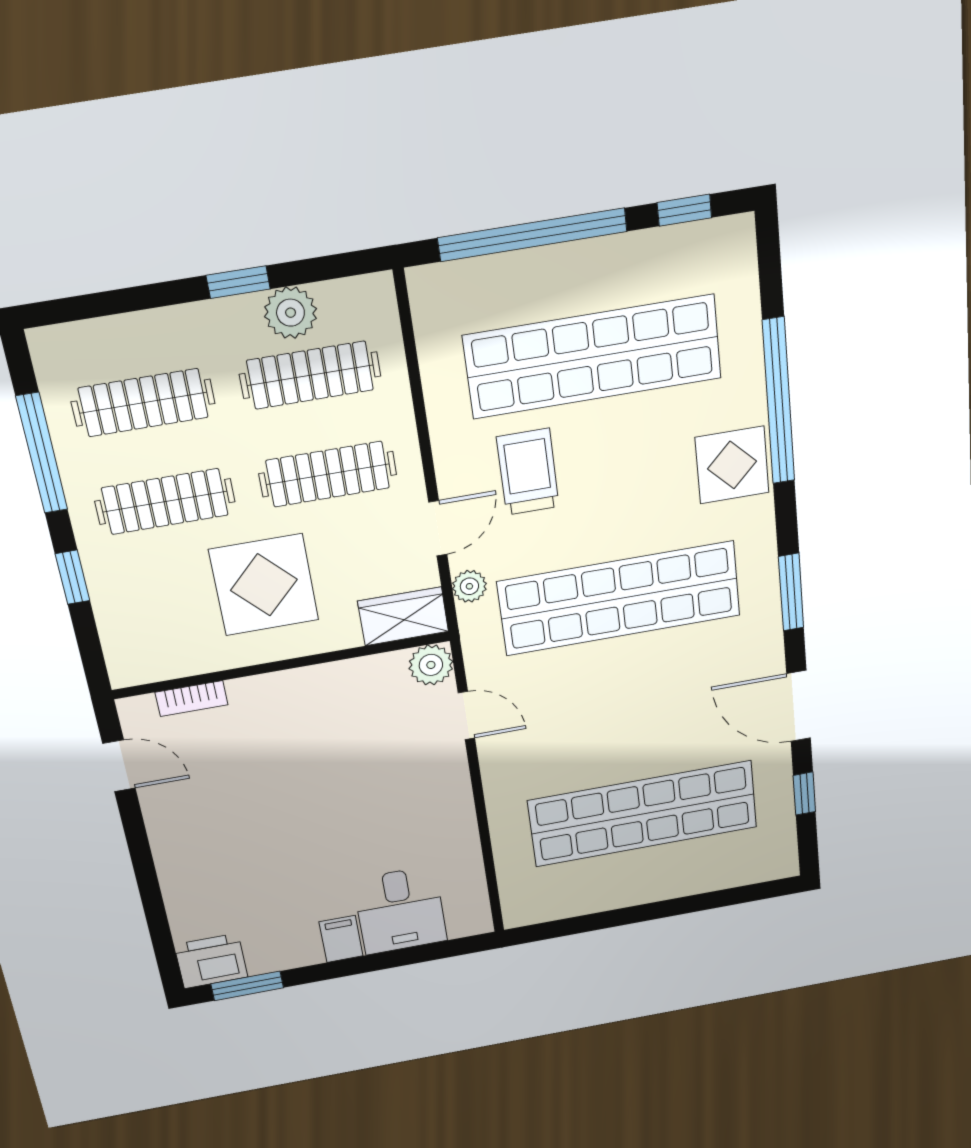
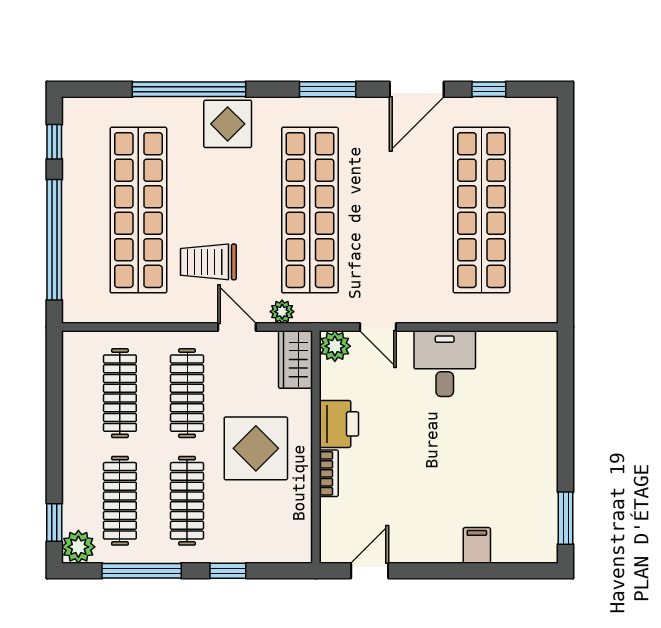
window: (238, 282) -> (54, 522), moved
plant: (291, 313) -> (78, 547), moved
bookcase: (192, 699) -> (329, 473), moved
door: (466, 716) -> (378, 327), swing flipped
desk: (400, 910) -> (445, 364), moved, turned -90
filing cabinet: (341, 939) -> (477, 545), moved, turned 90
printer: (211, 961) -> (339, 424), moved, turned 180

